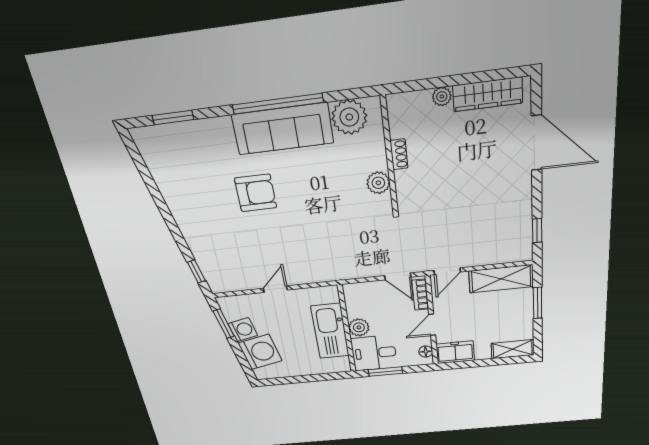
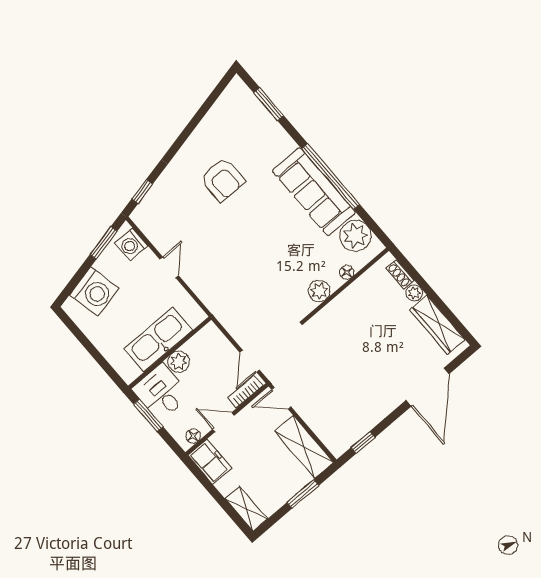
floor lamp: (378, 147) -> (347, 272), added
shoe rack: (399, 154) -> (400, 274), moved, turned 90
armchair: (256, 193) -> (223, 180), moved
door: (275, 289) -> (169, 267), hinge flipped
washing machine: (243, 330) -> (131, 245), moved, turned 102

